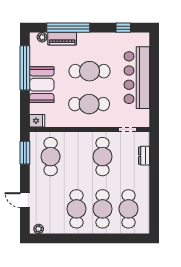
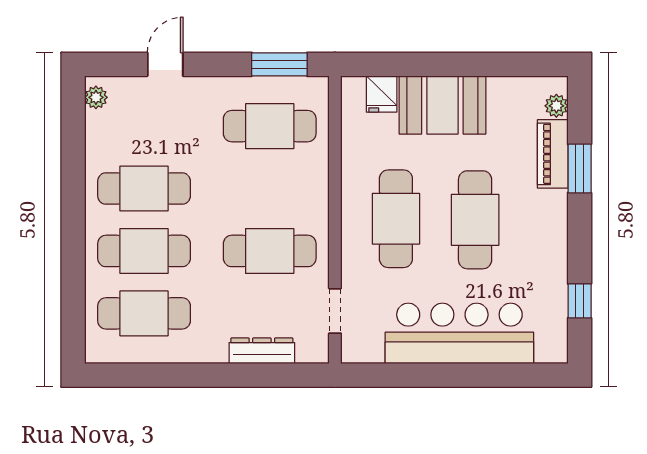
window: (68, 28) -> (580, 169), width x0.47
window: (25, 68) -> (483, 64), removed
fridge: (37, 121) -> (382, 94), moved
dresser: (144, 156) -> (262, 351), width x1.44

